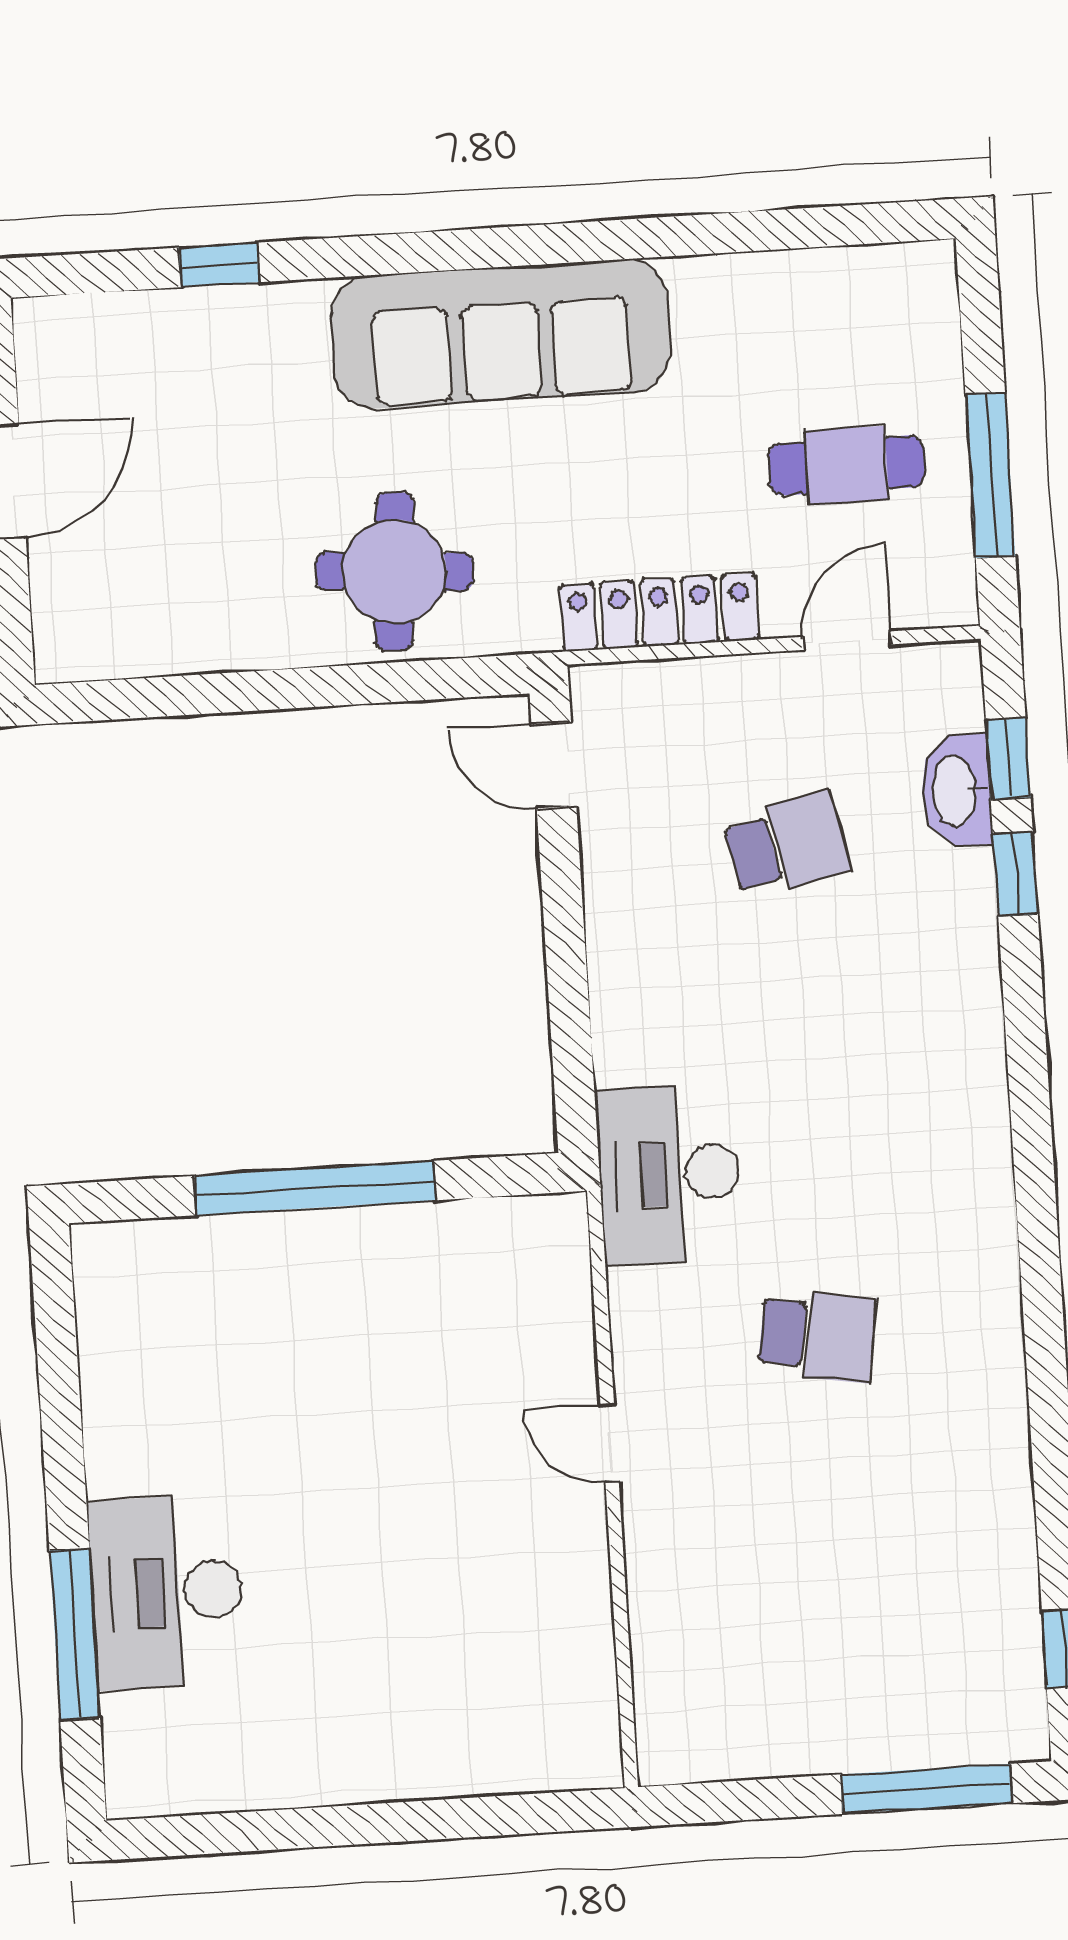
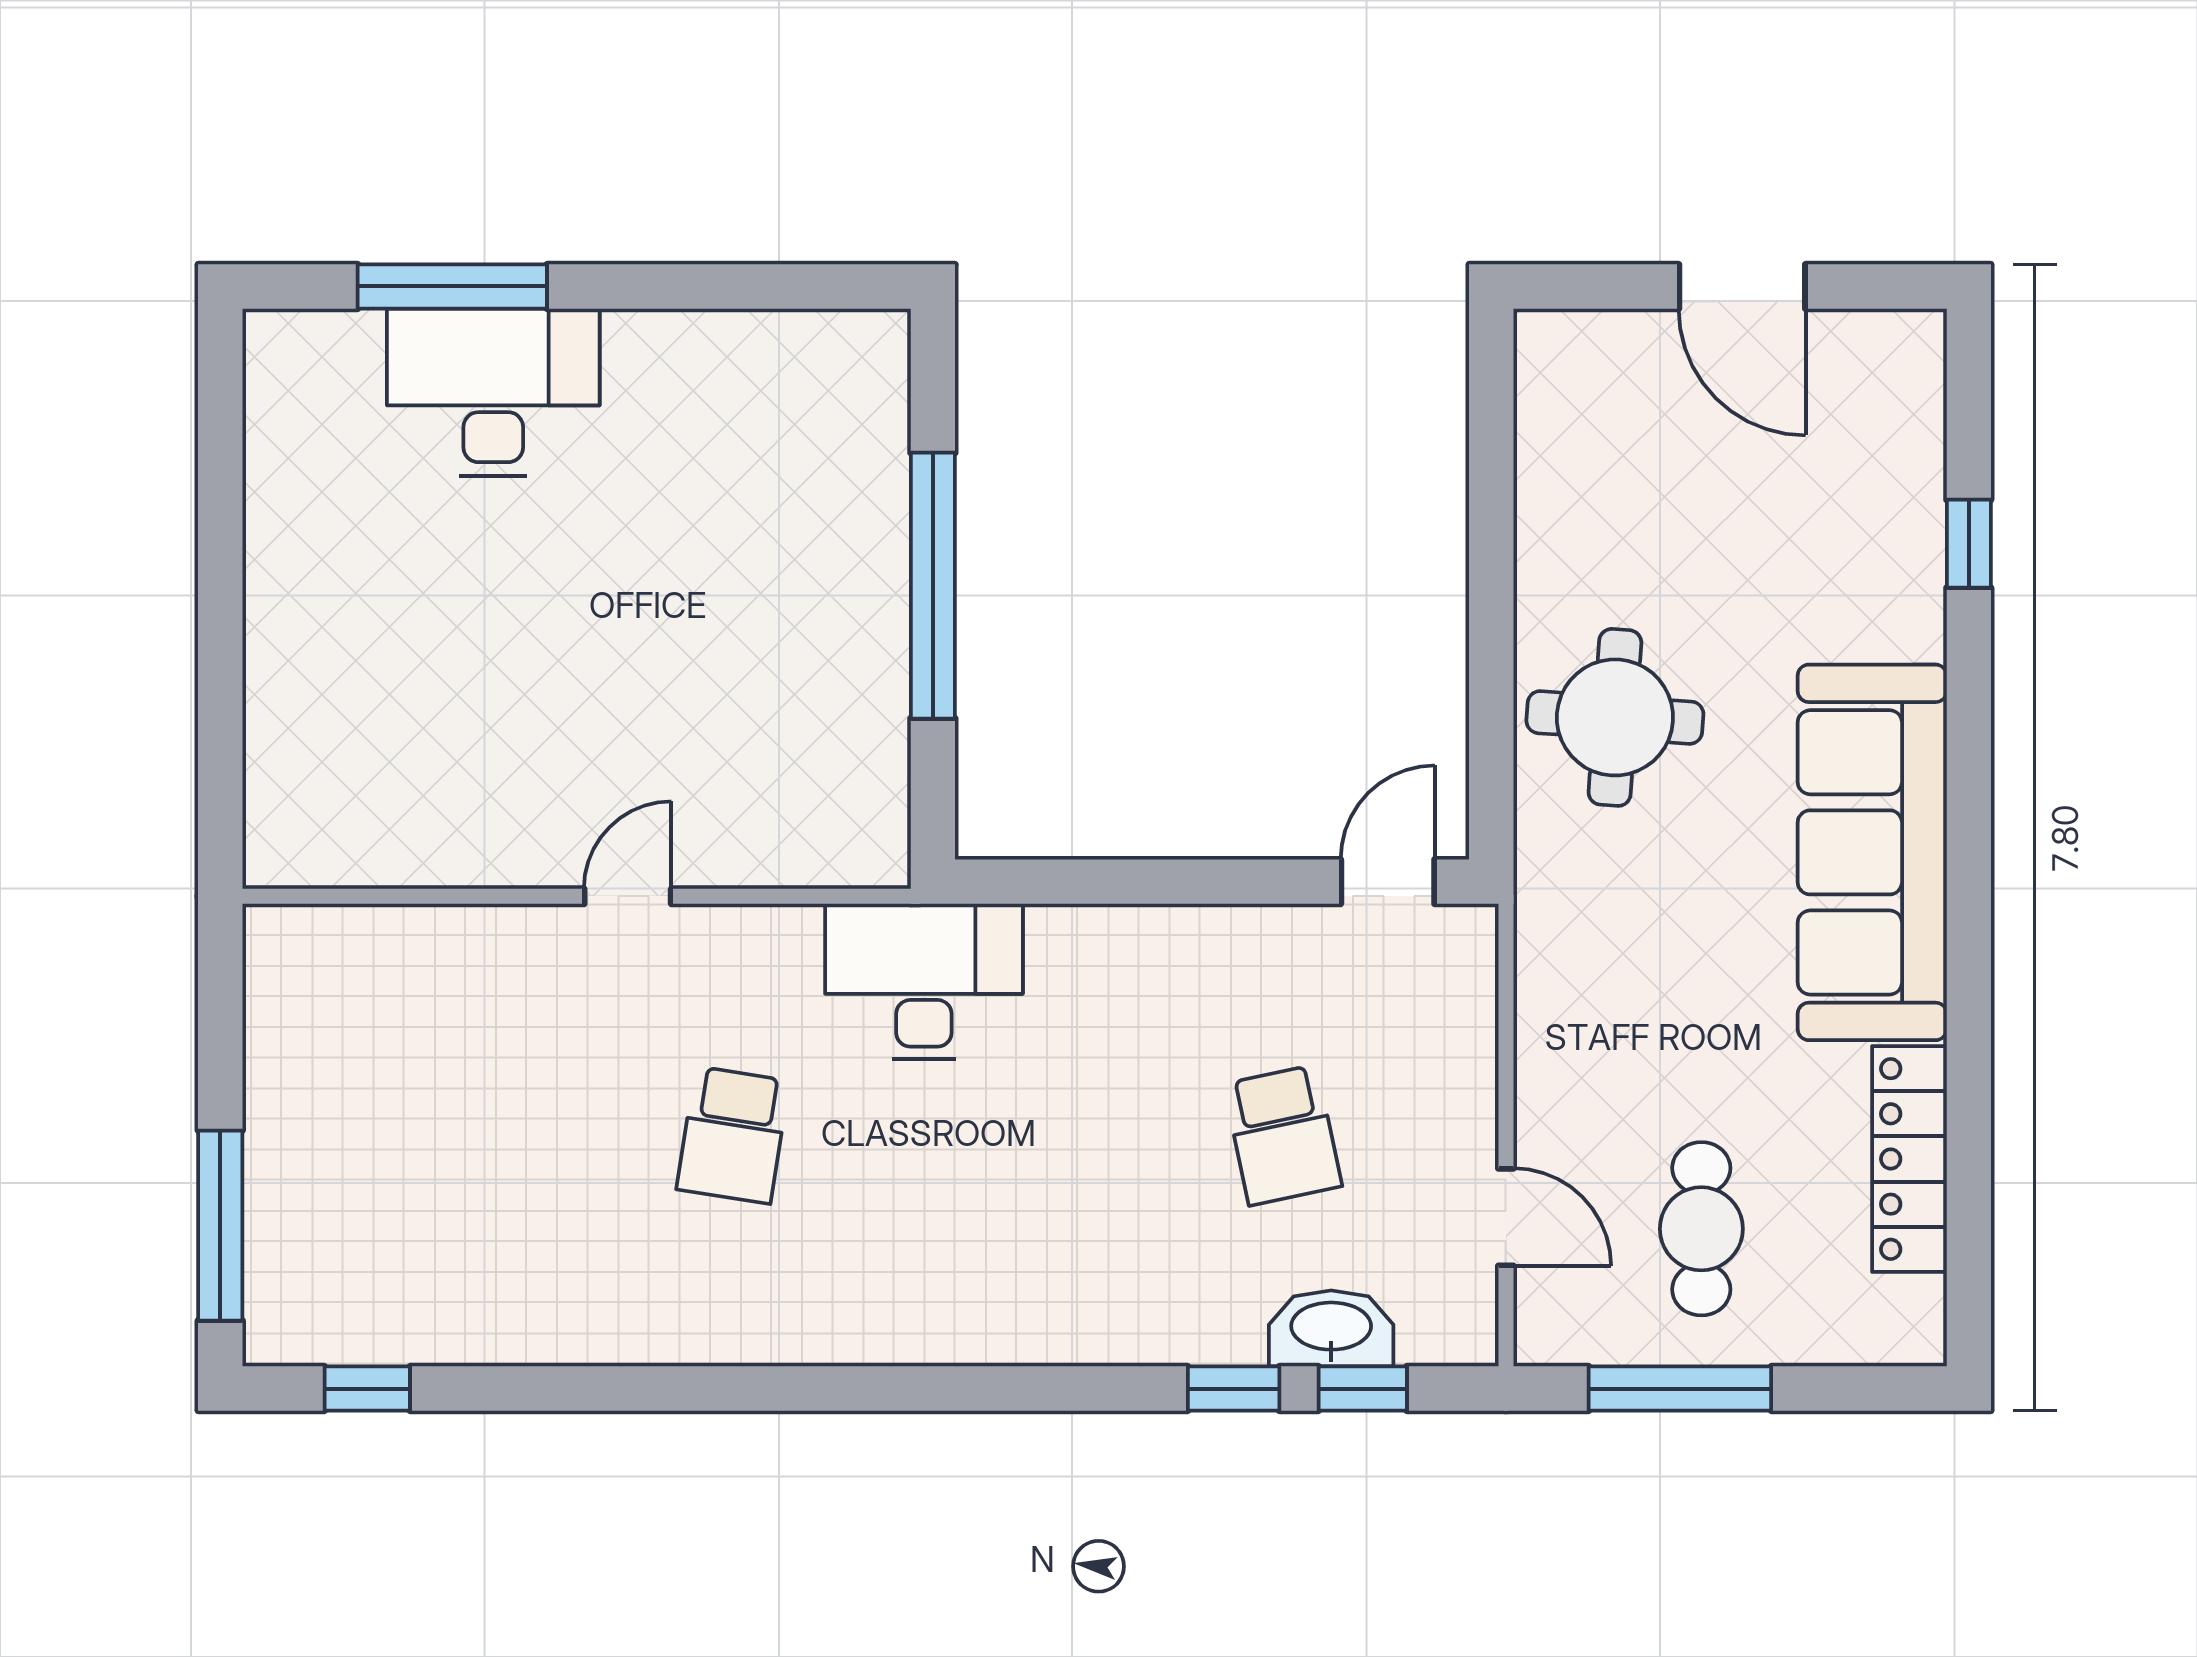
locker: (659, 612) -> (1909, 1159), moved, turned 180

